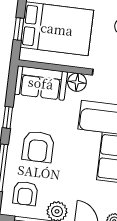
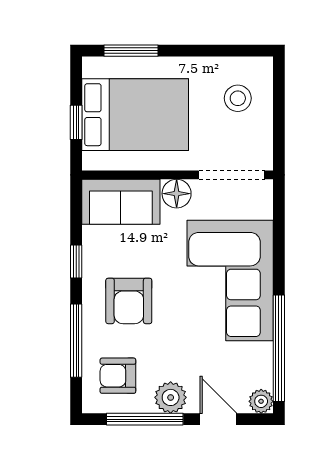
armchair: (25, 193) -> (118, 376), turned 90

